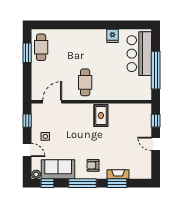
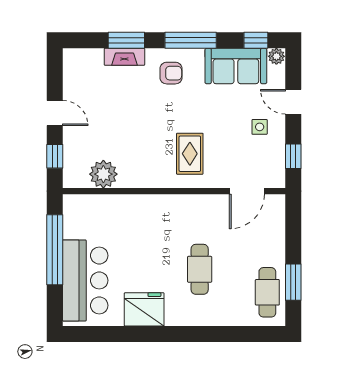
fridge: (113, 36) -> (144, 309), width x1.88, depth x1.34
cafe table: (85, 82) -> (200, 269), moved
plant: (129, 111) -> (103, 174), added
rug: (101, 115) -> (190, 154), moved

